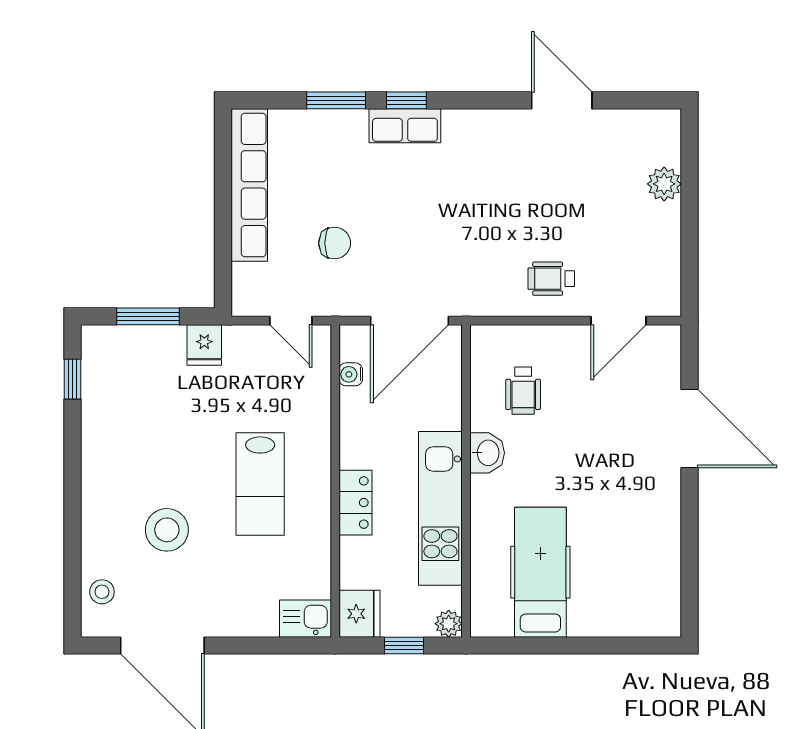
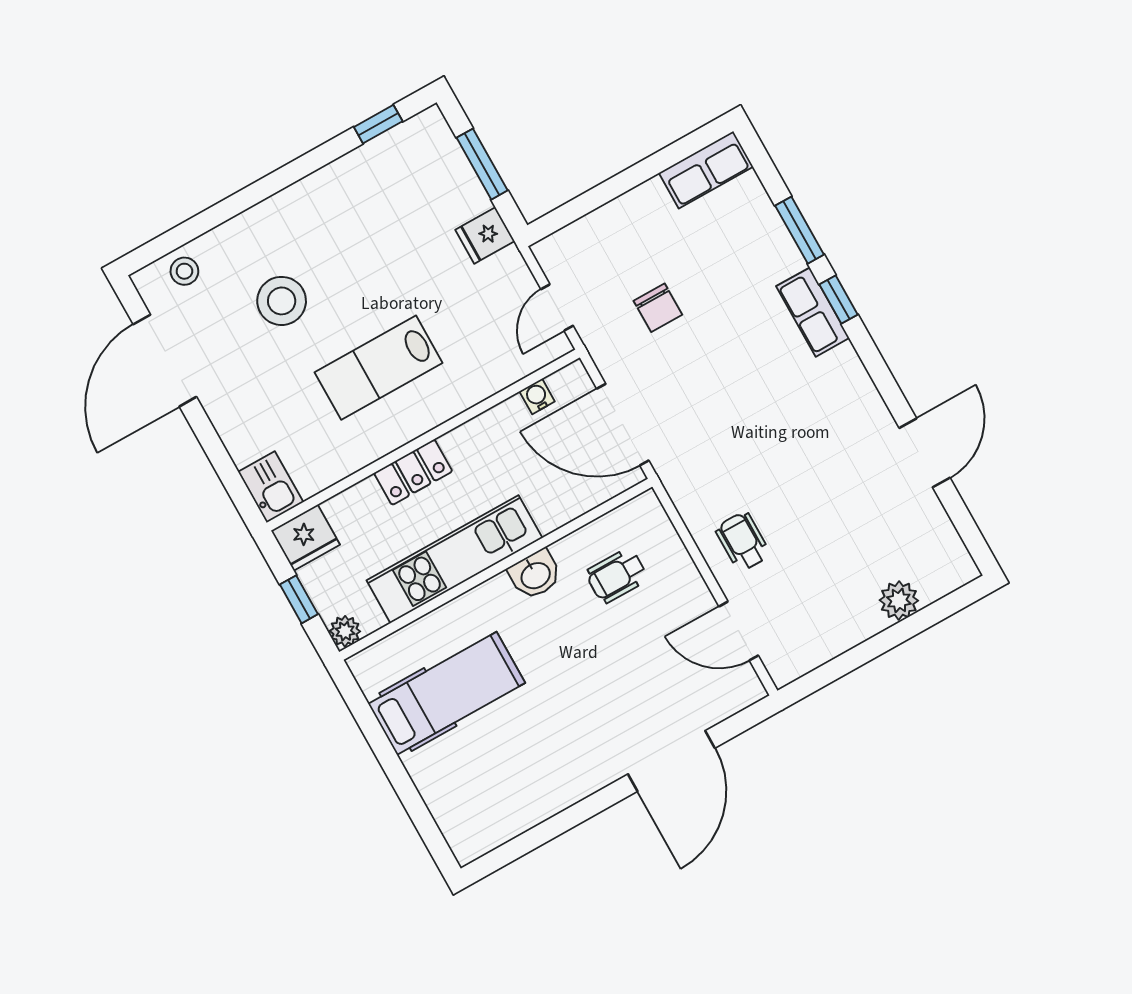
row of seats: (249, 185) -> (706, 170), width x0.50

